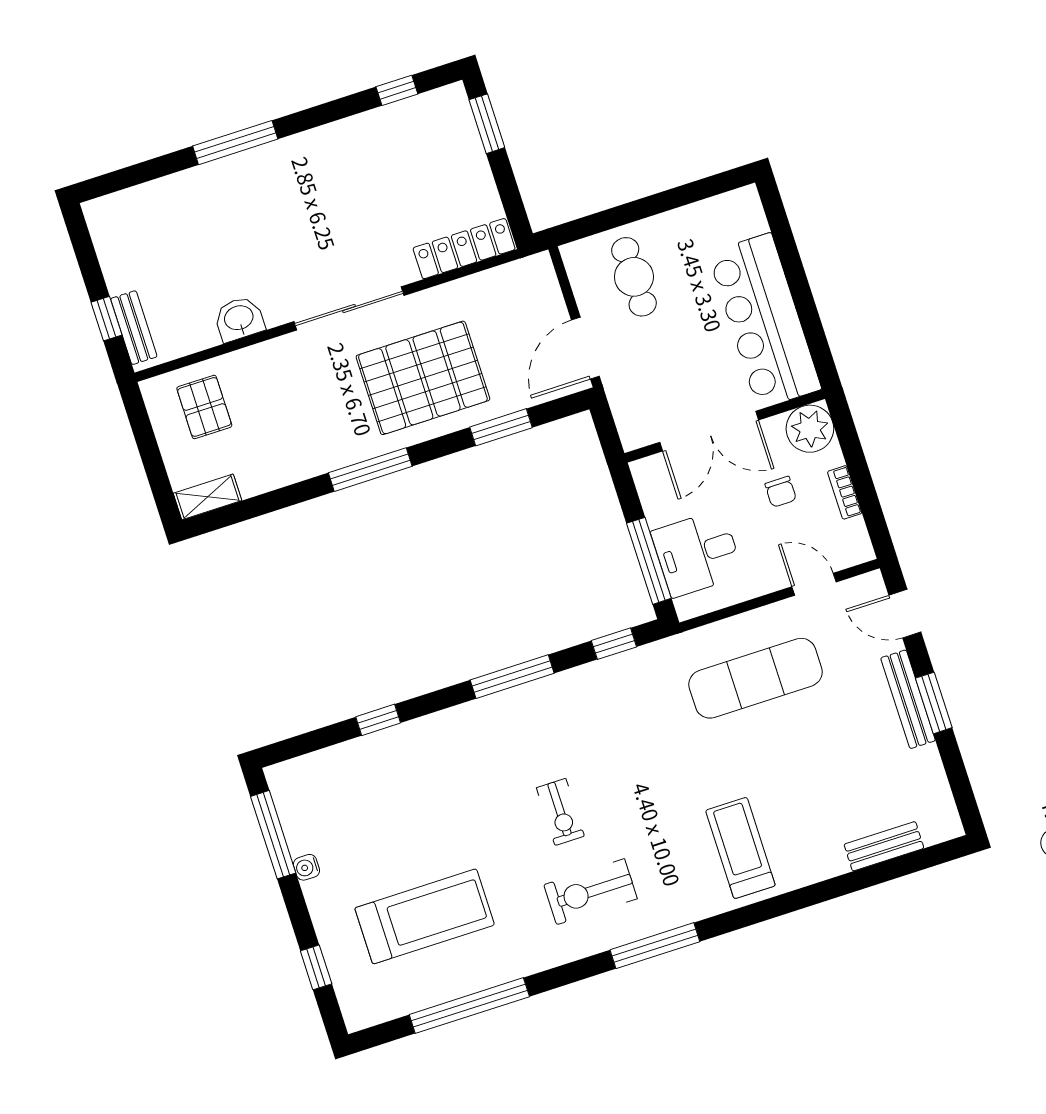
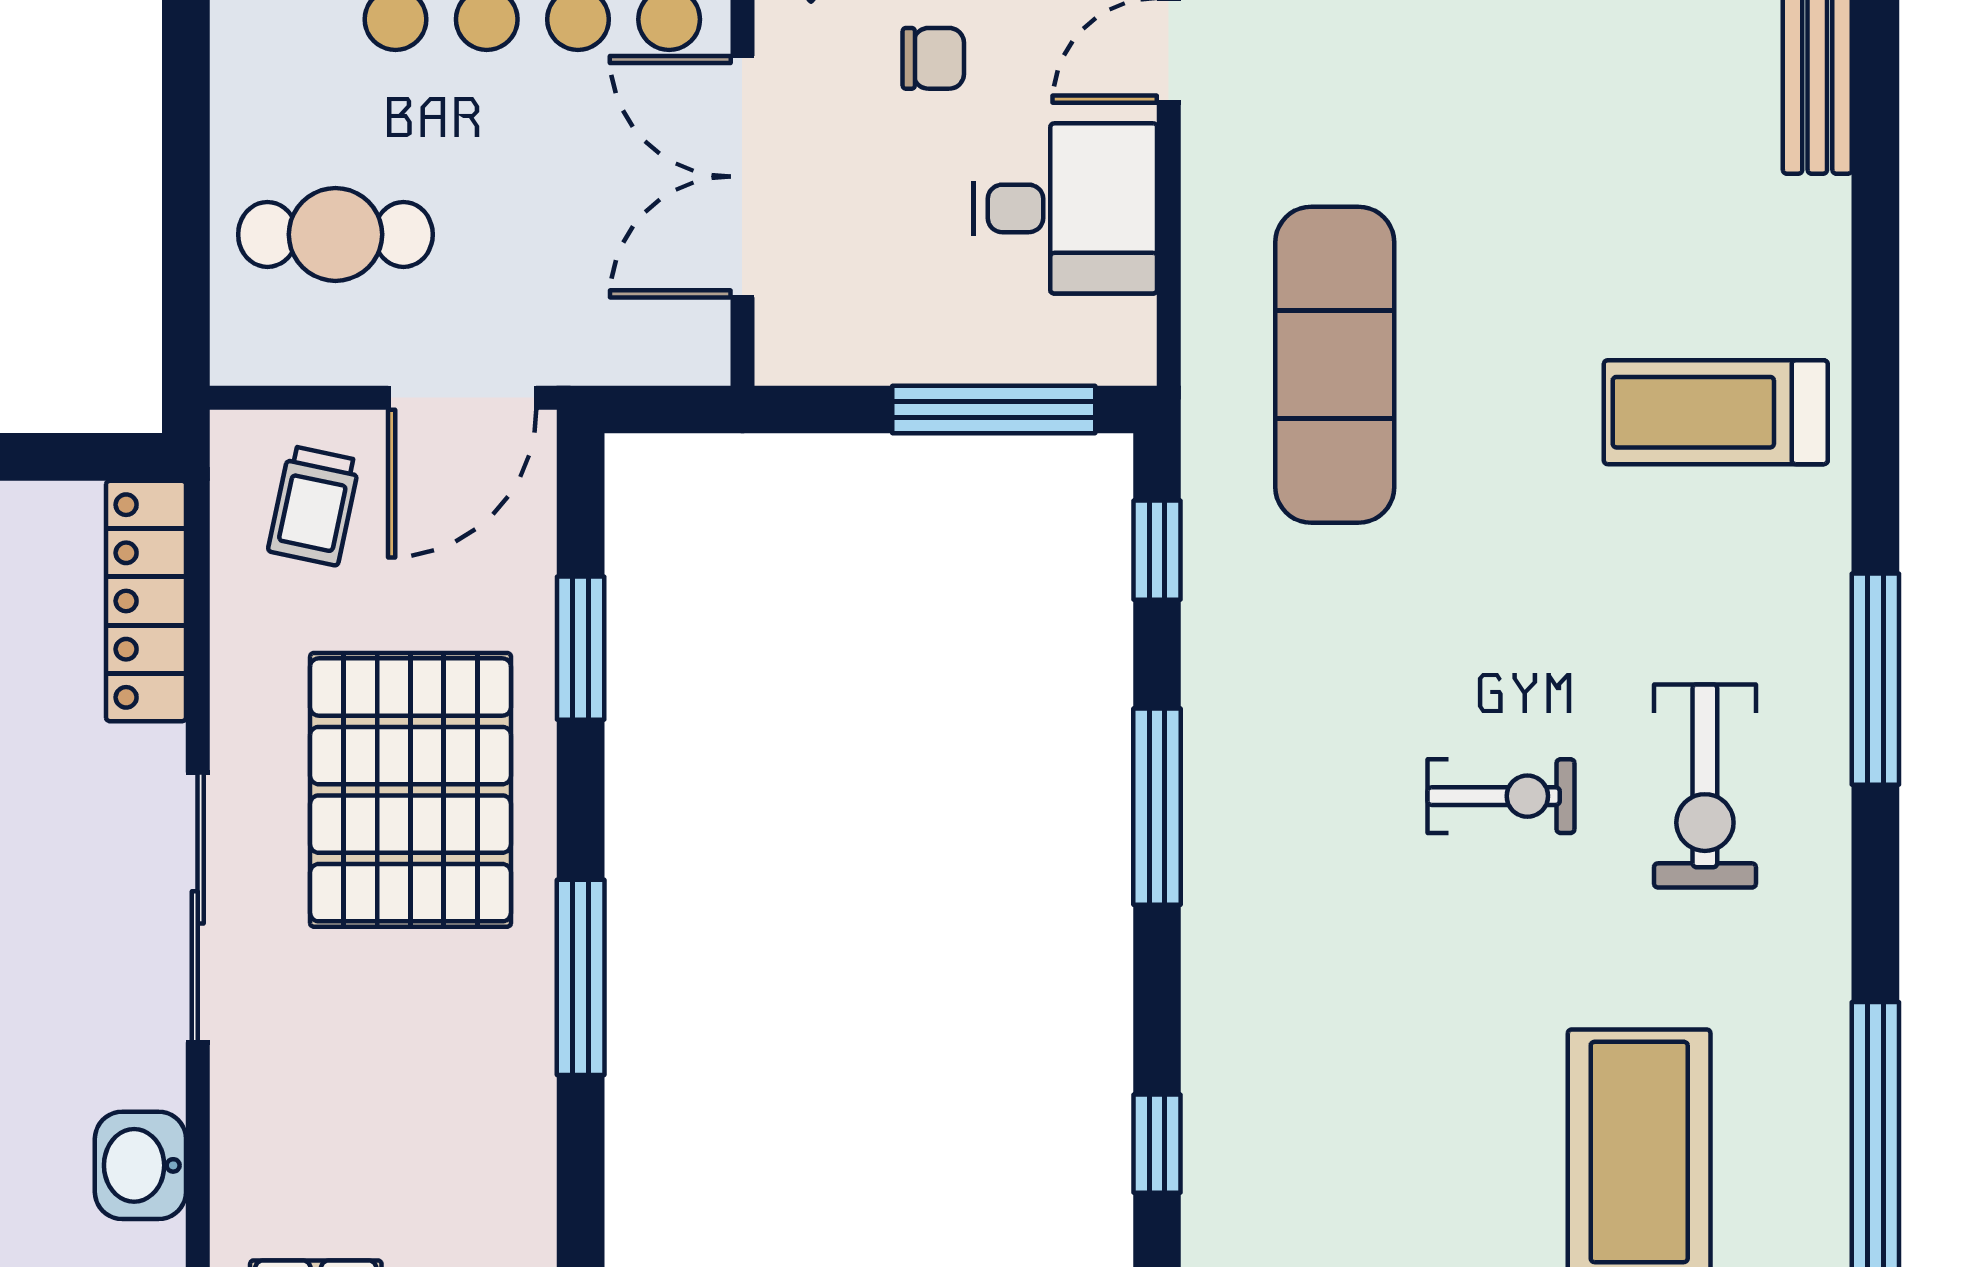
trolley: (523, 303) -> (314, 506), added
door: (585, 348) -> (462, 398), hinge flipped
double door: (709, 431) -> (742, 177), swing flipped
desk: (697, 553) -> (1065, 208), moved, turned -90
exercise mat: (756, 678) -> (1335, 365), moved

